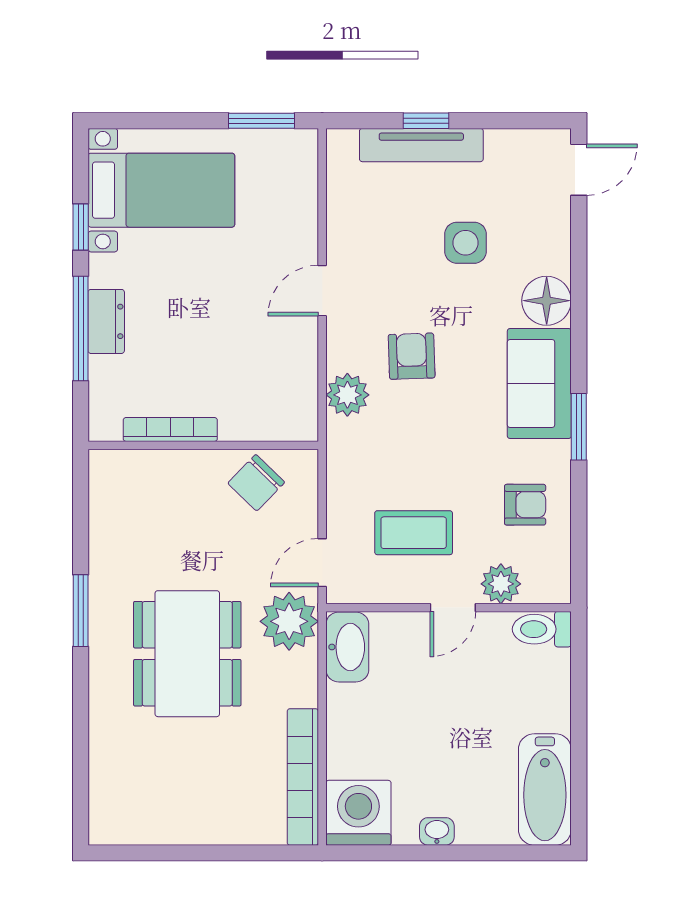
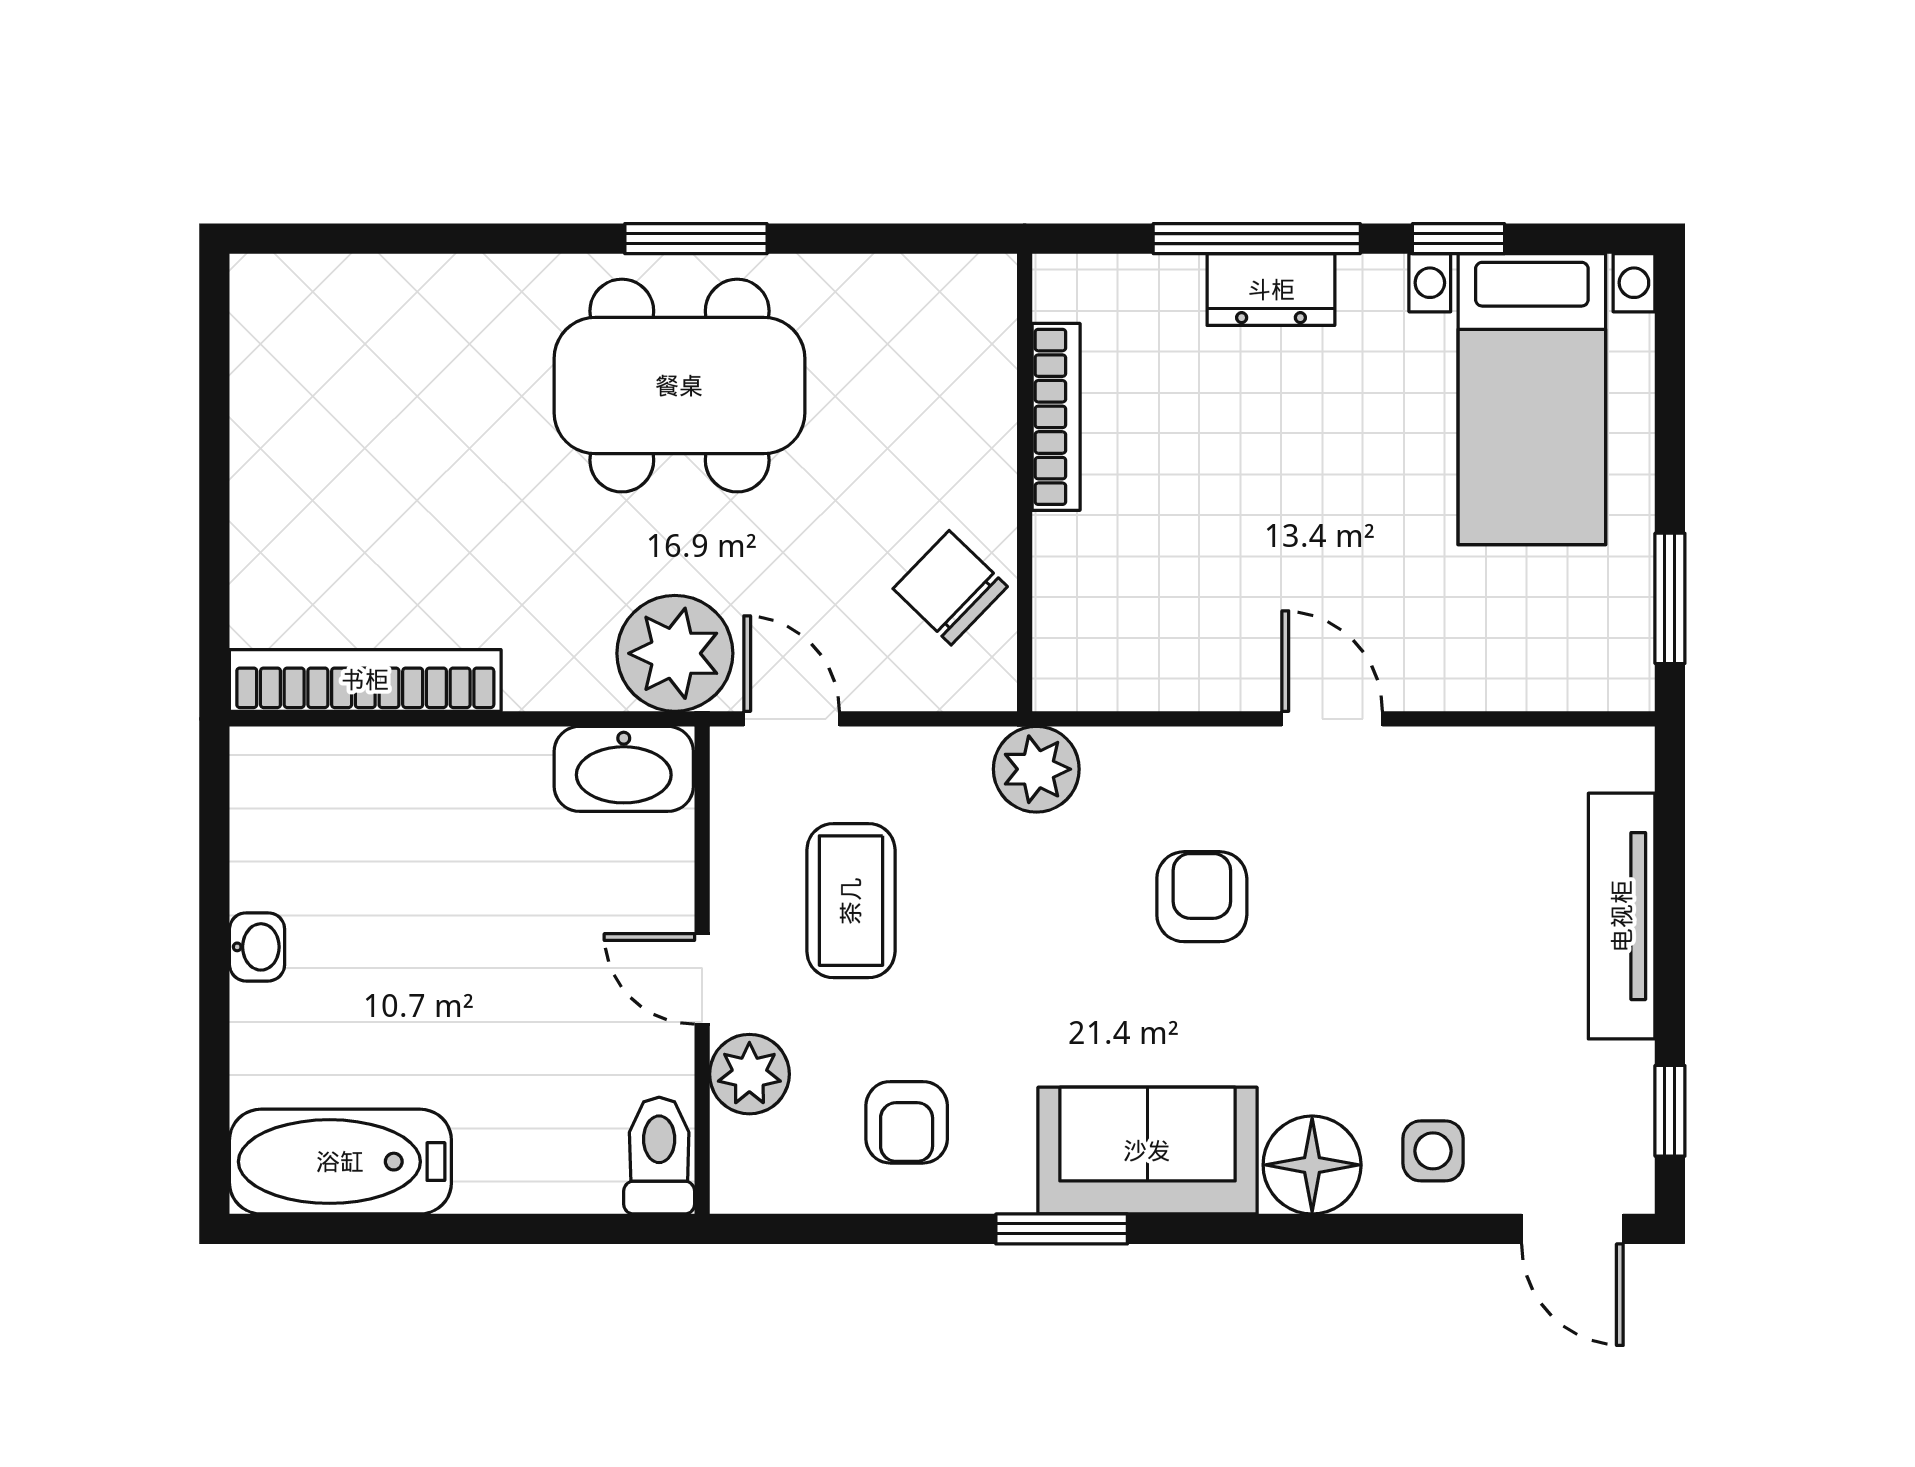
window: (426, 121) -> (1670, 1111), moved
side table: (466, 243) -> (1433, 1151), moved, width x0.73, depth x0.73
armchair: (412, 356) -> (1202, 897), turned -88
plant: (347, 395) -> (1036, 769), moved
dining table: (187, 654) -> (679, 386), moved
washing machine: (358, 813) -> (294, 791), removed

